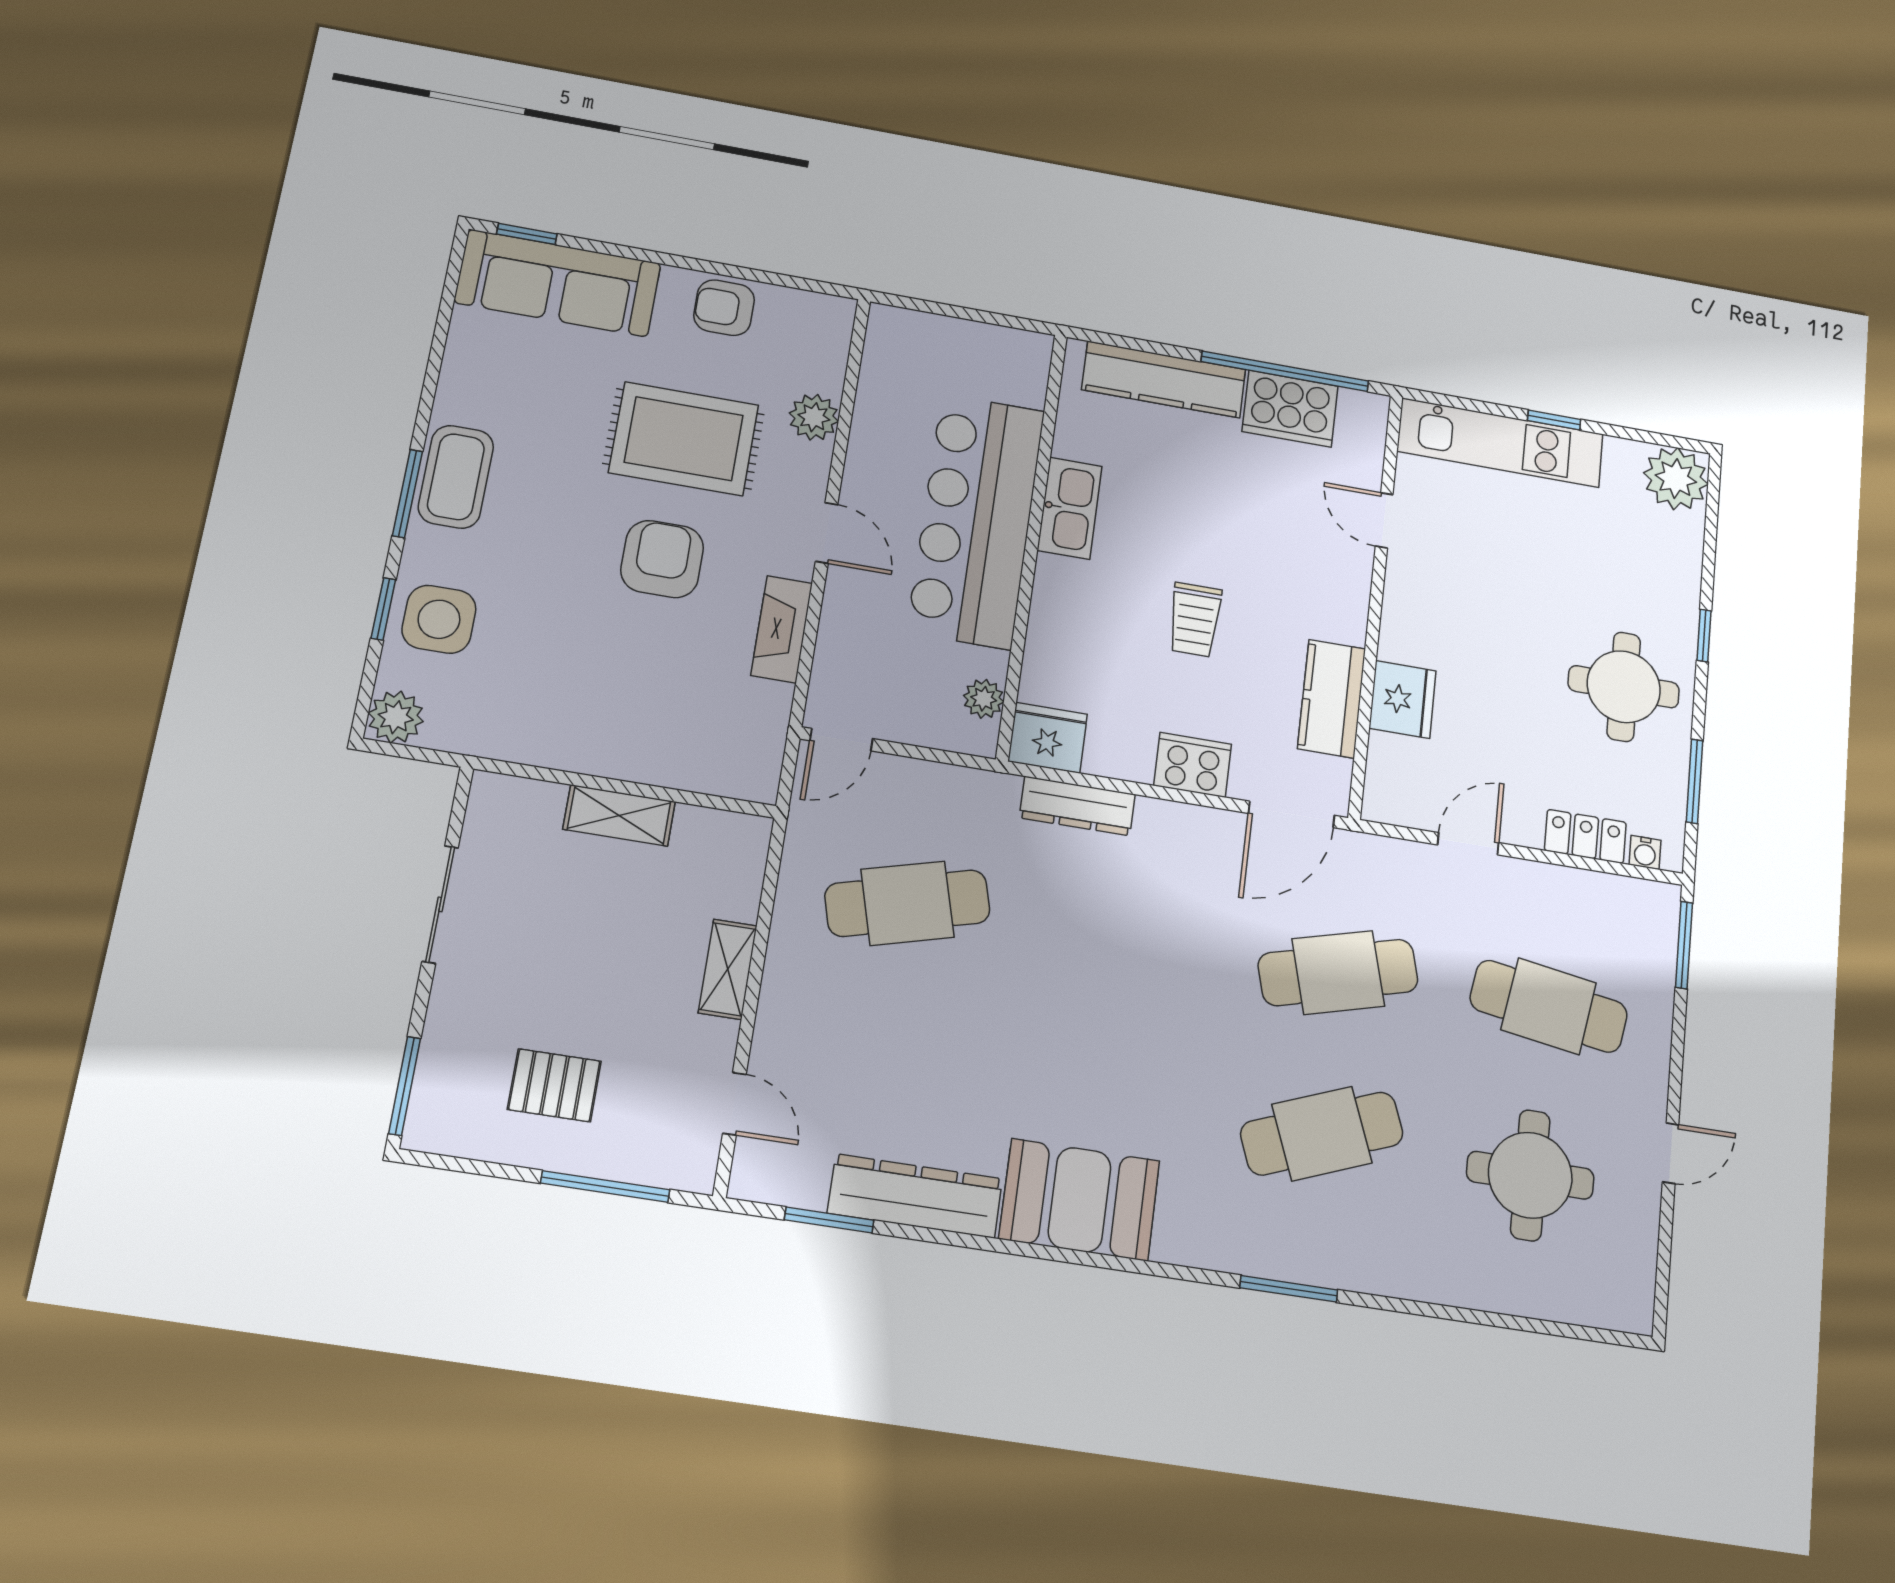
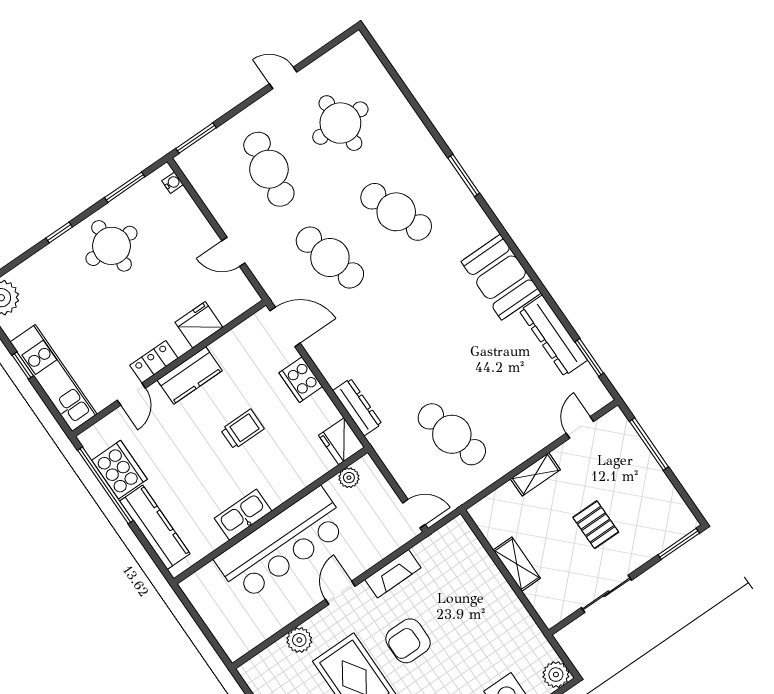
kitchen counter: (1332, 699) -> (190, 375), moved
locker: (1585, 836) -> (154, 362), moved, turned 90
pallet: (554, 1085) -> (596, 525), moved

